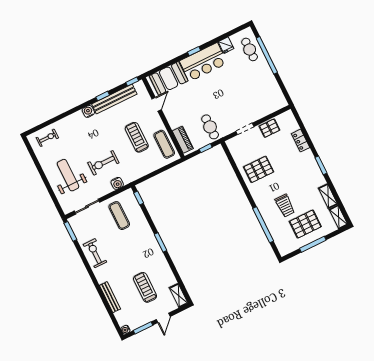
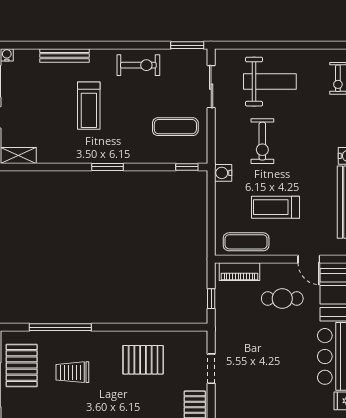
cafe table: (210, 127) -> (282, 299), moved
treadmill: (137, 137) -> (276, 207), turned 180
exercise bike: (103, 163) -> (262, 141), turned 180
pallet: (259, 169) -> (143, 360), turned 90
water cooler: (117, 183) -> (223, 173), moved
pallet: (305, 224) -> (22, 366), moved
treadmill: (145, 287) -> (89, 106), moved, turned 90

